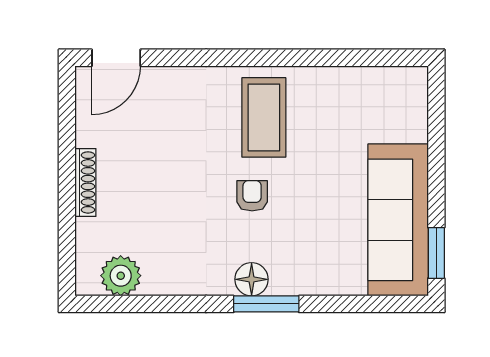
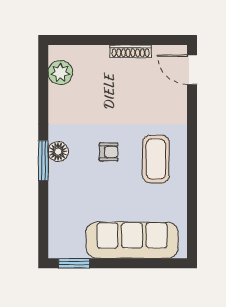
coffee table: (264, 117) -> (156, 159), turned 90
shoe rack: (85, 182) -> (131, 51), moved
sofa: (398, 220) -> (132, 240), moved

